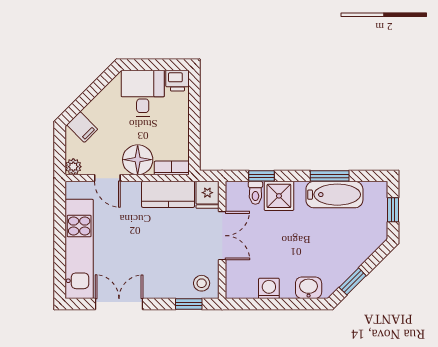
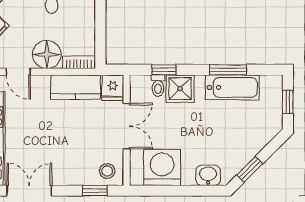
washing machine: (269, 288) -> (162, 167), width x1.89, depth x1.89

